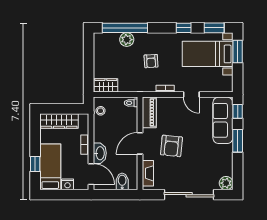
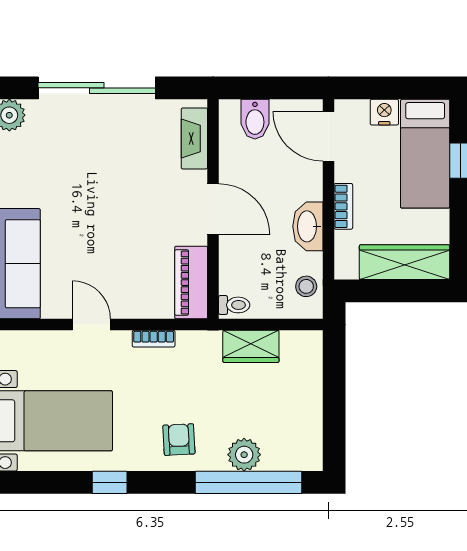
window: (214, 28) -> (38, 482), removed
armchair: (151, 61) -> (179, 440), moved
wardrobe: (106, 85) -> (251, 346), moved
door: (140, 143) -> (213, 209), hinge flipped
armchair: (171, 146) -> (138, 203), removed
washbasin: (100, 153) -> (308, 226), moved

